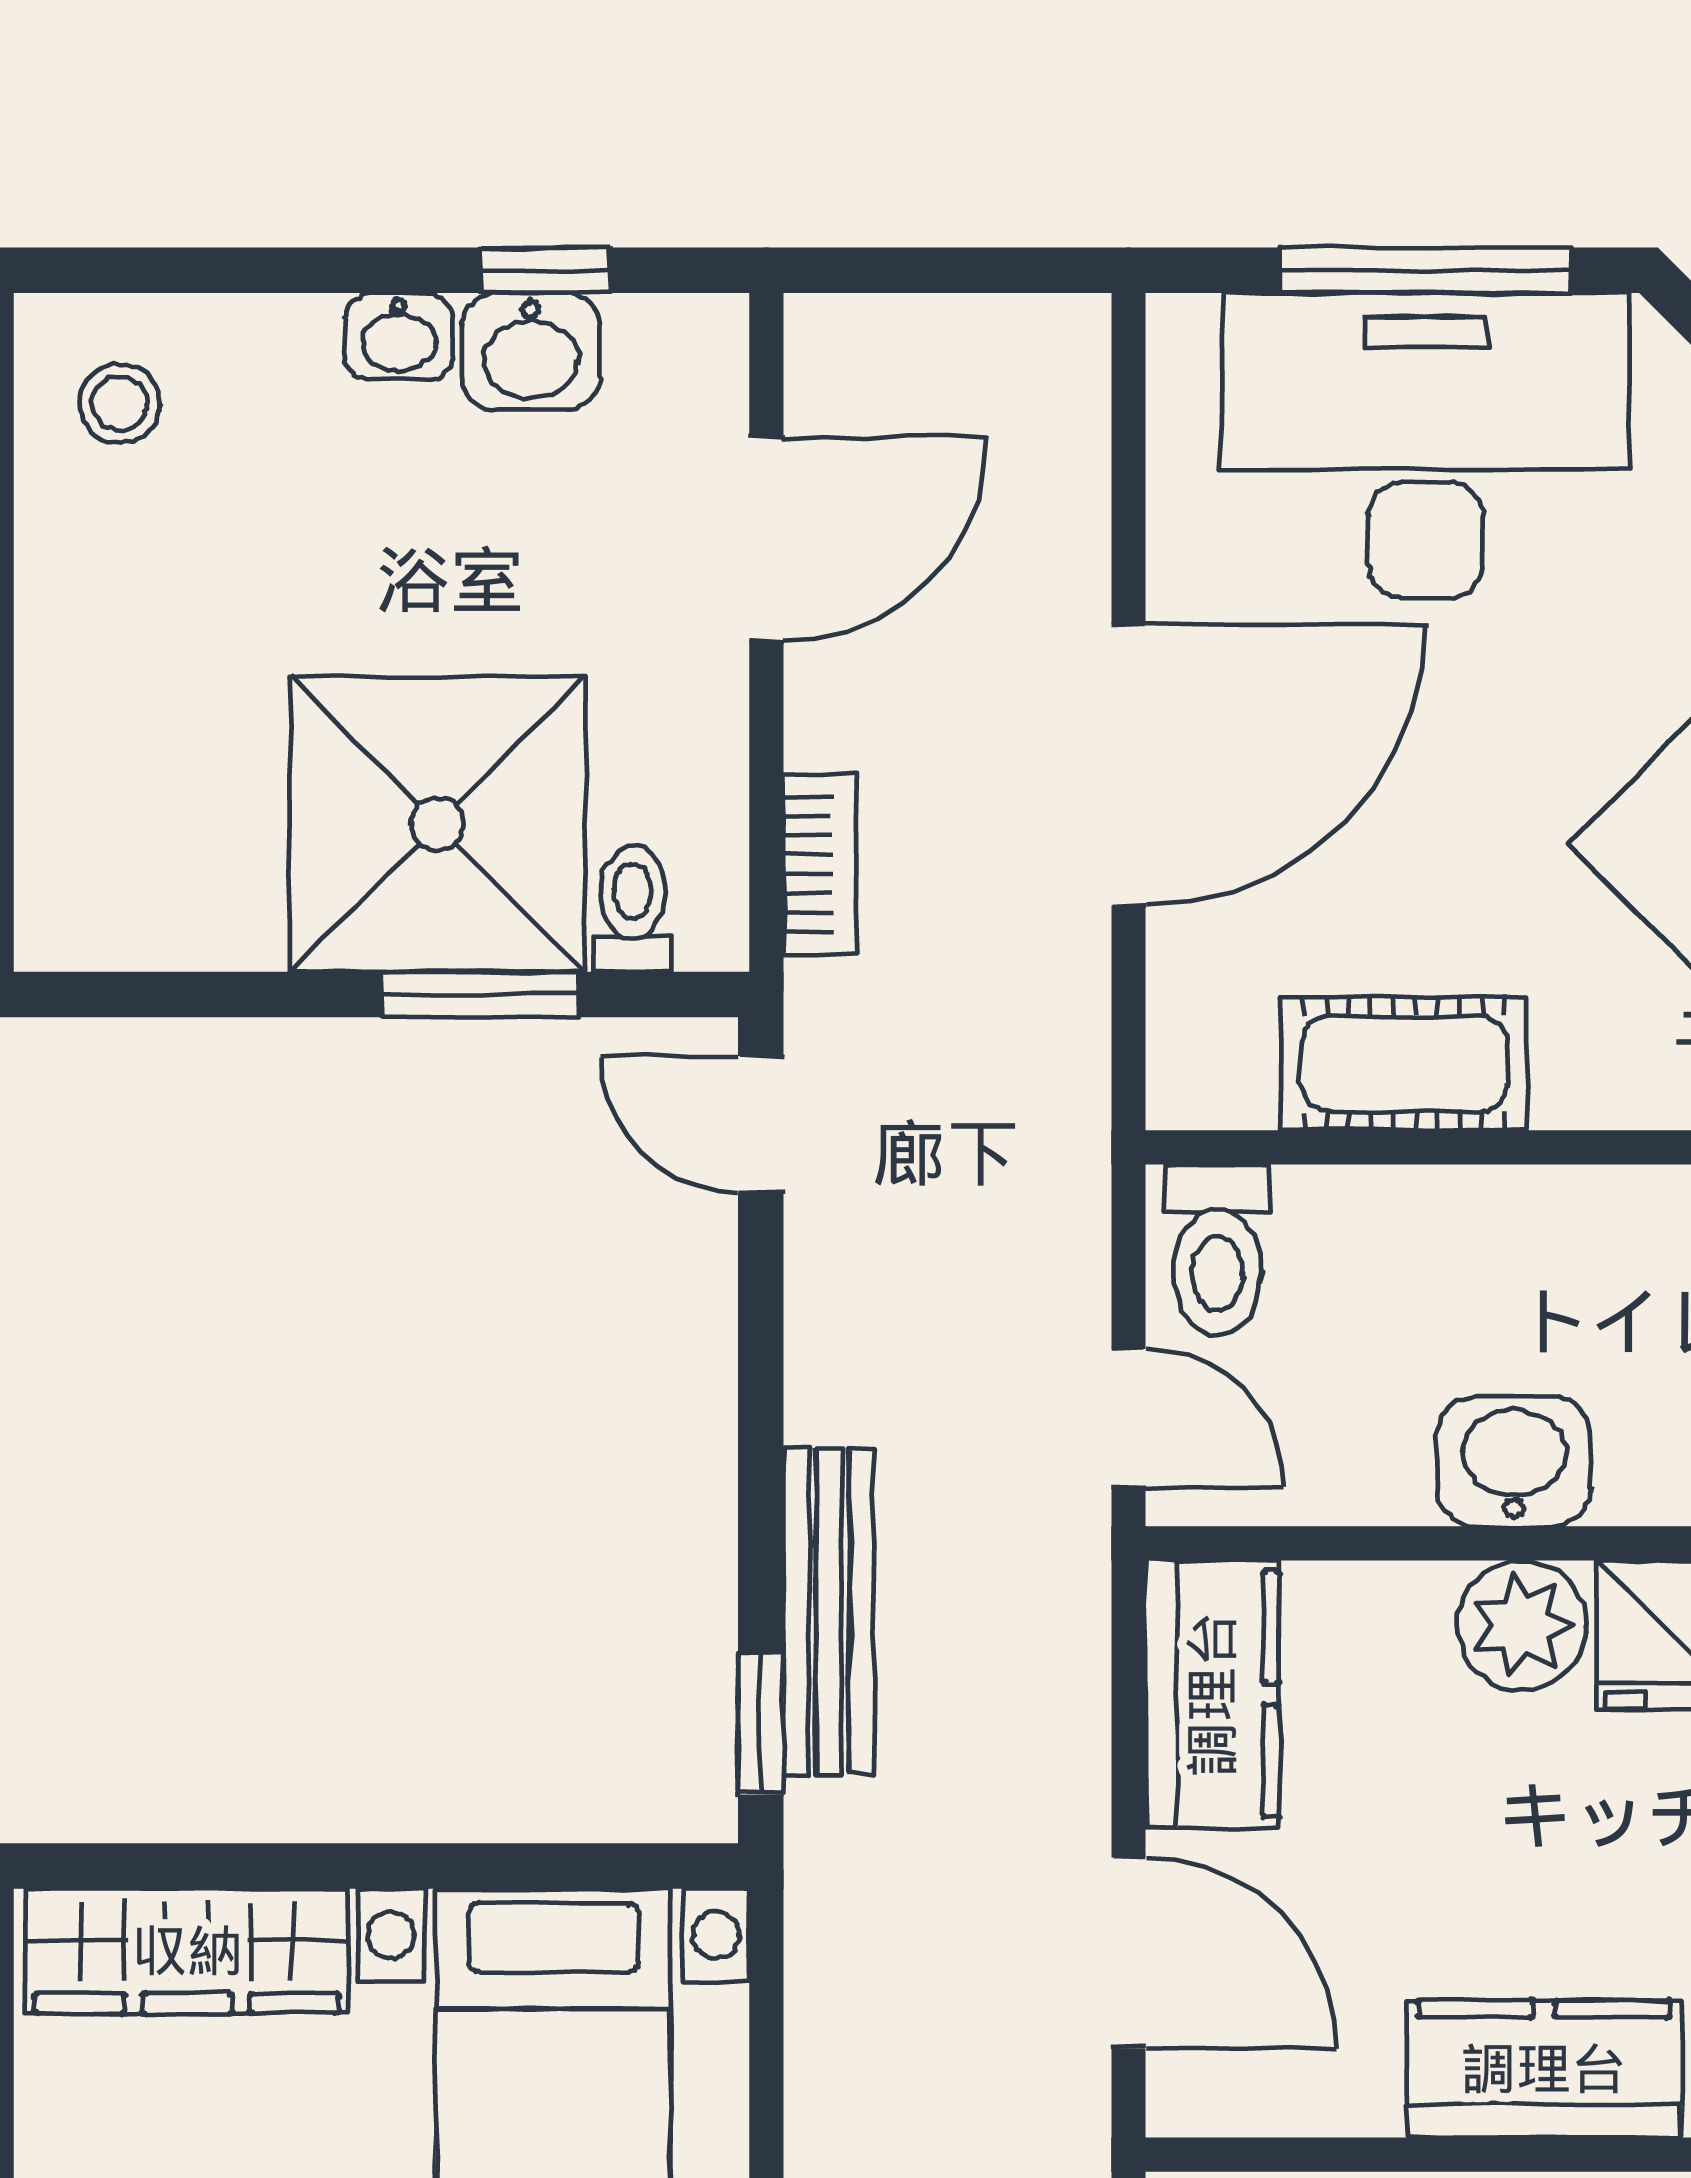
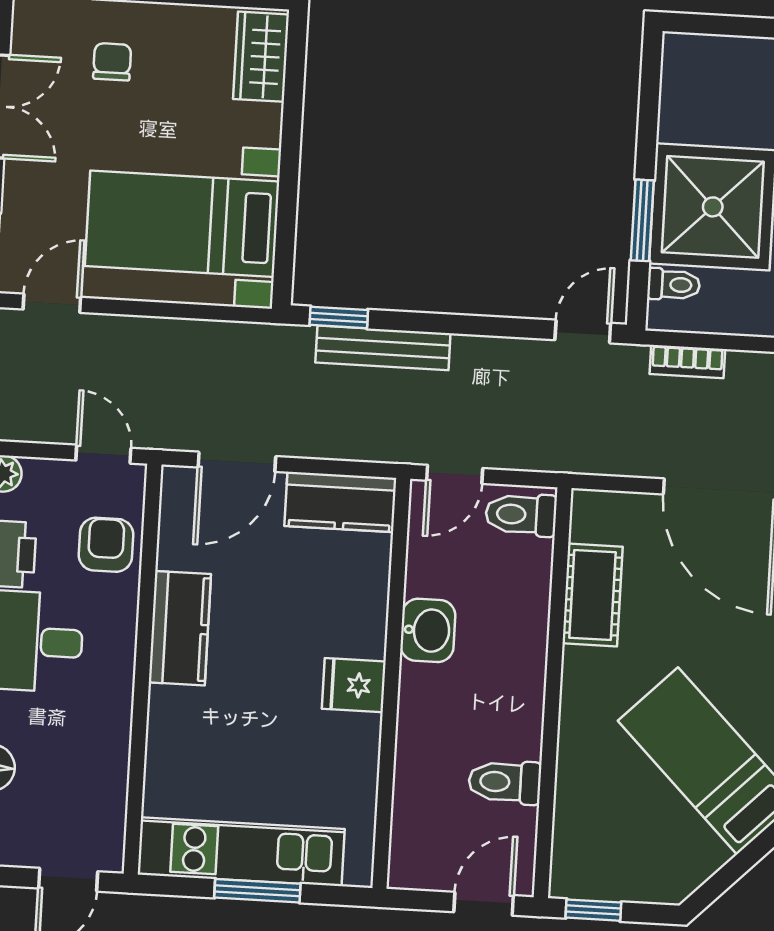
plant: (1522, 1625) -> (361, 630), removed
wardrobe: (187, 1951) -> (261, 57), width x0.67

